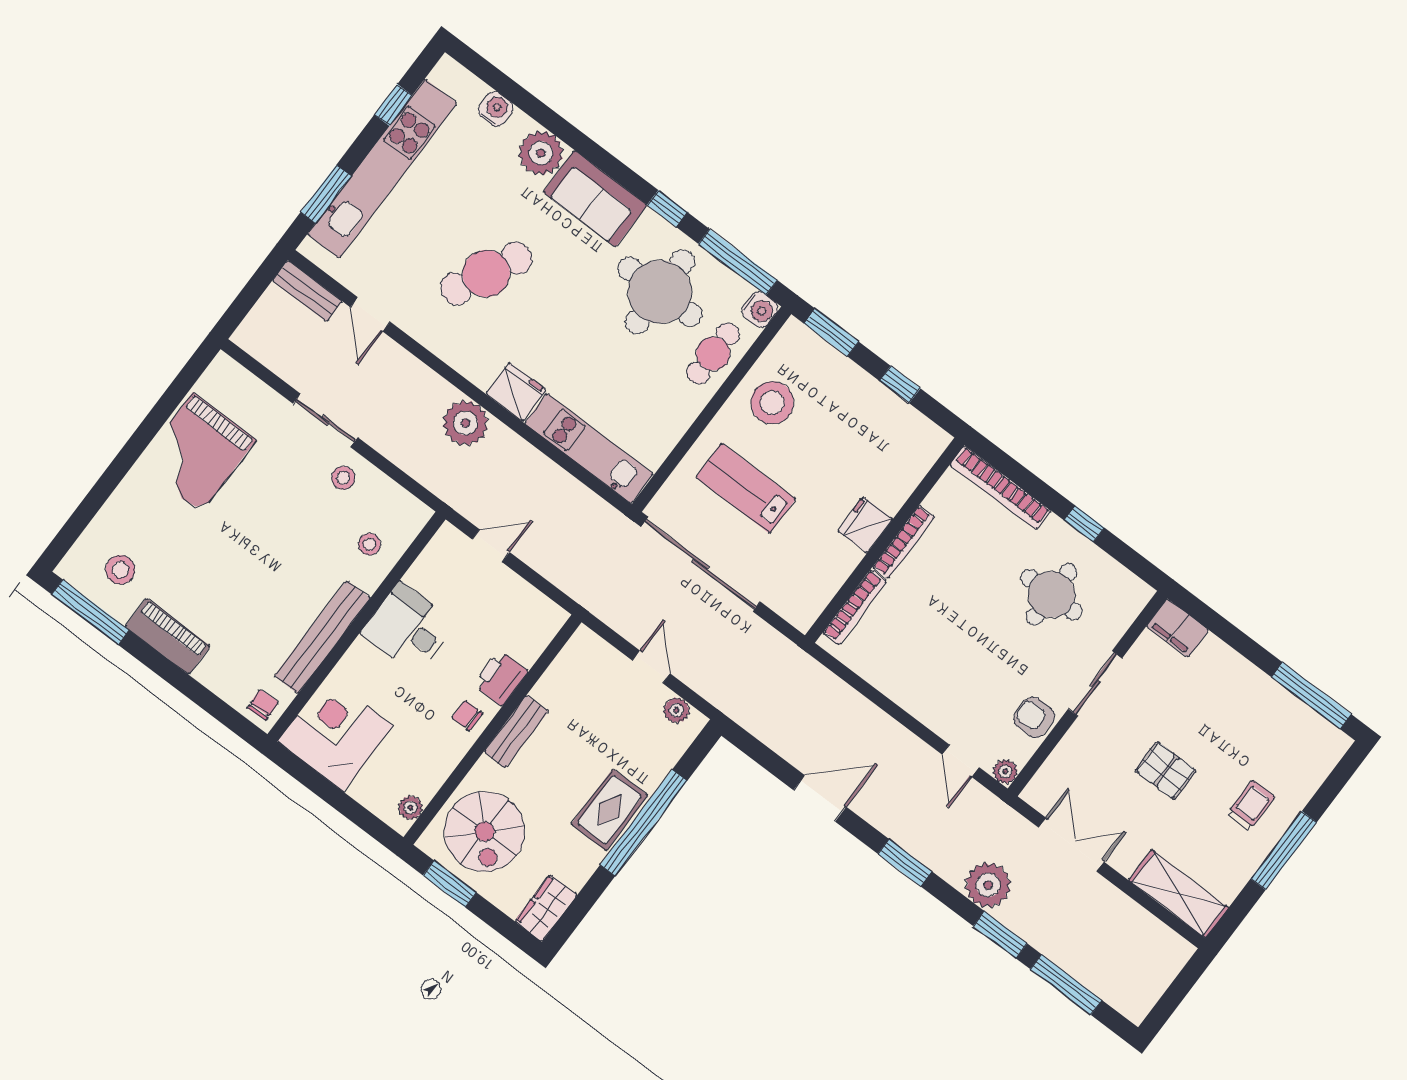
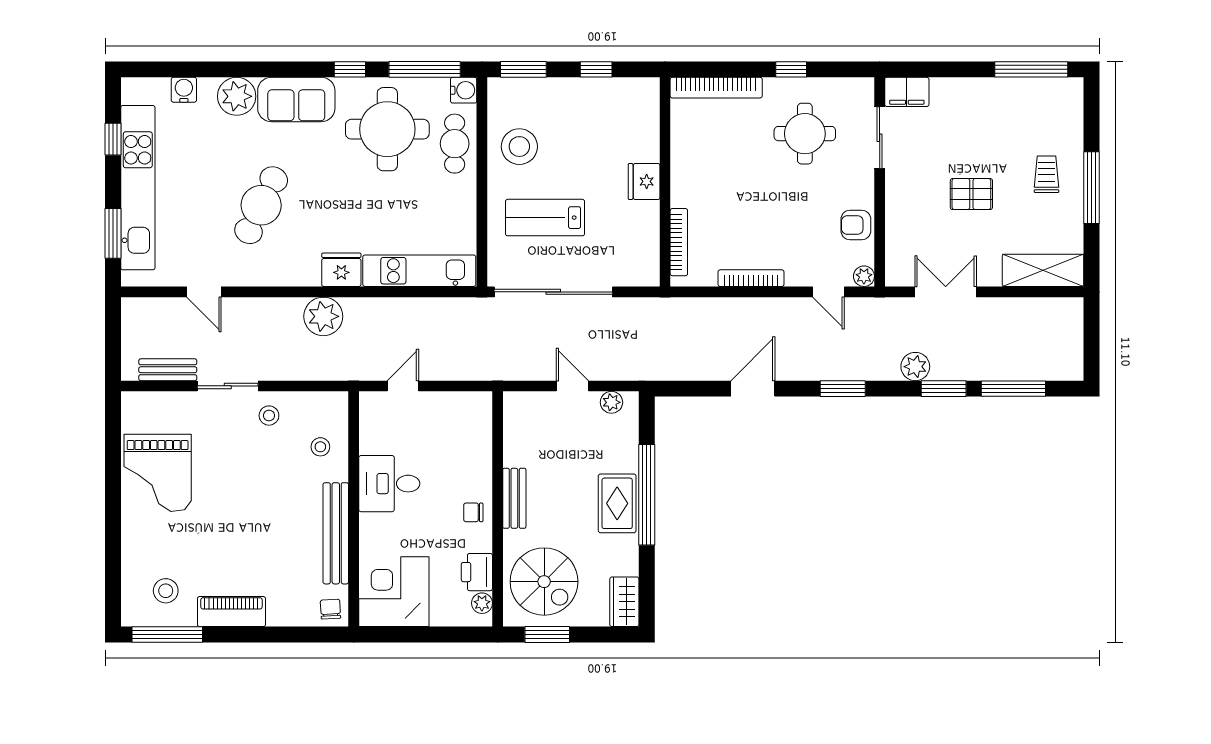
bench: (307, 291) -> (168, 370), moved
bookcase: (904, 542) -> (751, 278), moved, turned -90
printer: (501, 678) -> (477, 572), moved
sliding door: (1095, 683) -> (880, 138), moved
plant: (988, 885) -> (915, 367), width x0.73, depth x0.73

